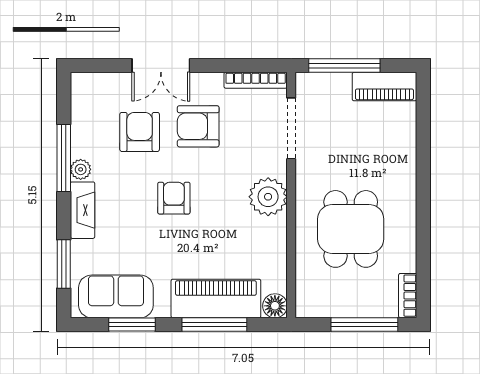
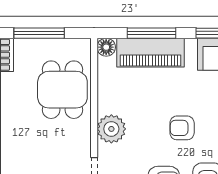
armchair: (174, 198) -> (182, 128), turned 90
dining table: (351, 229) -> (62, 90), moved

